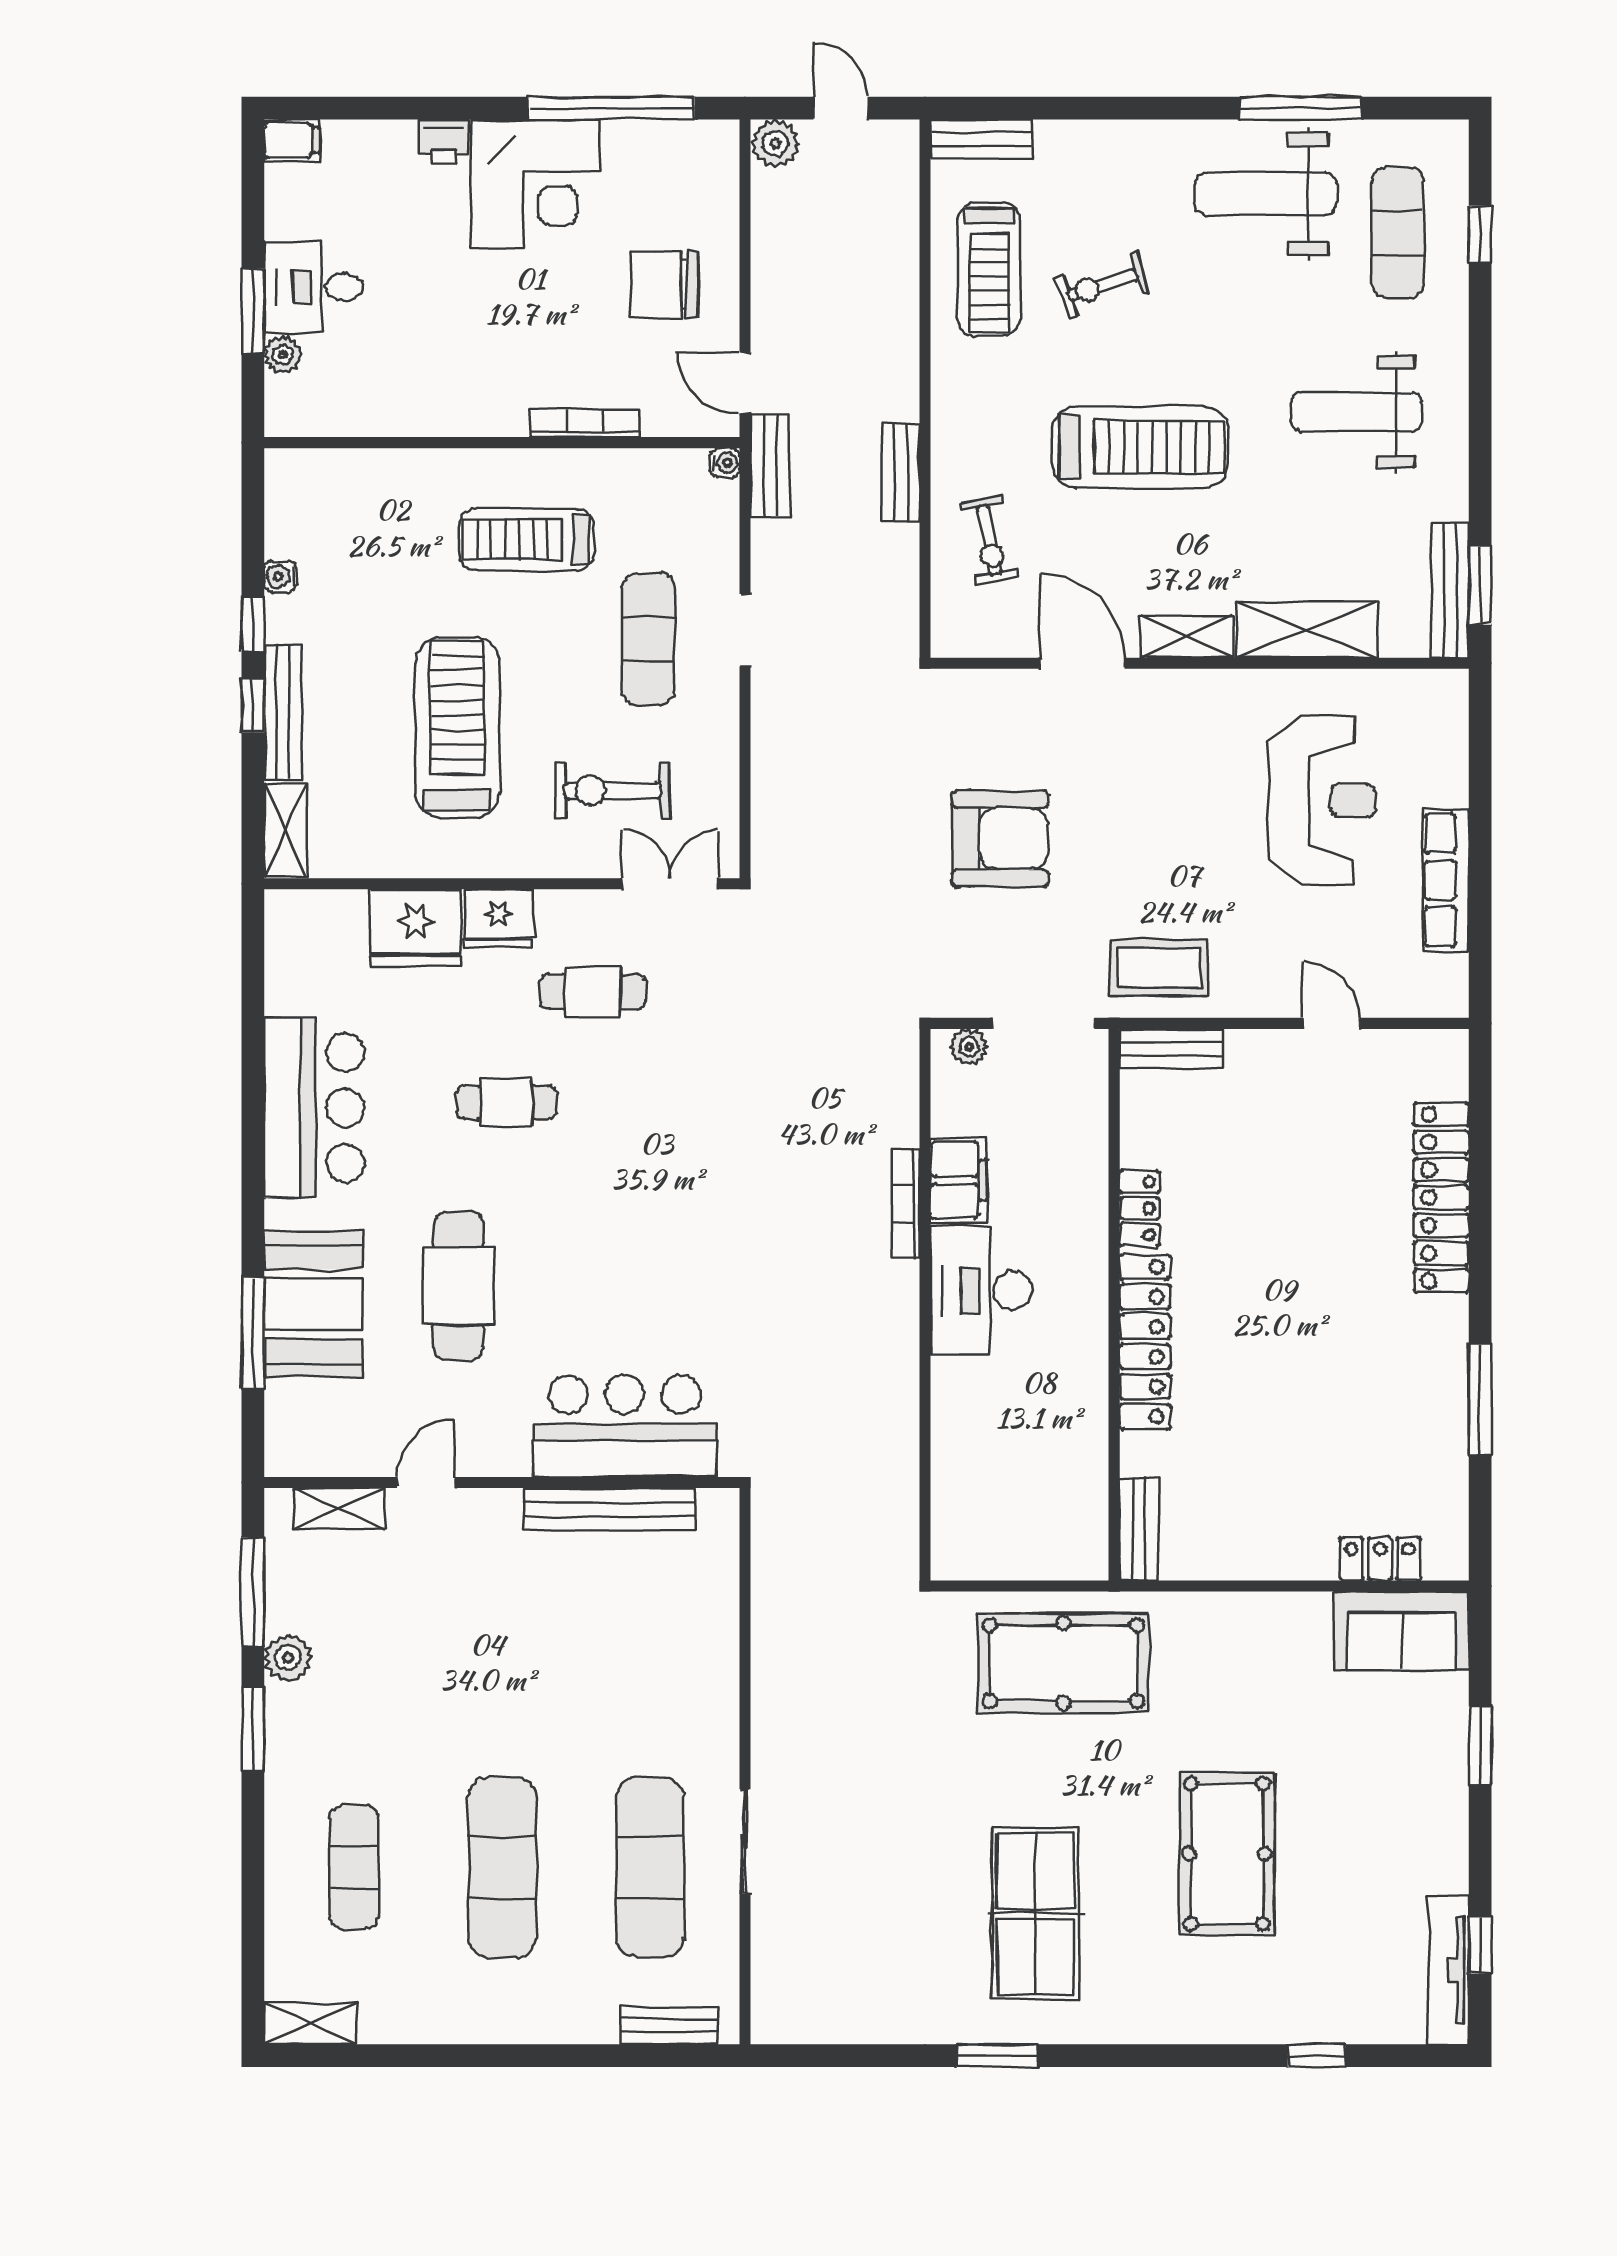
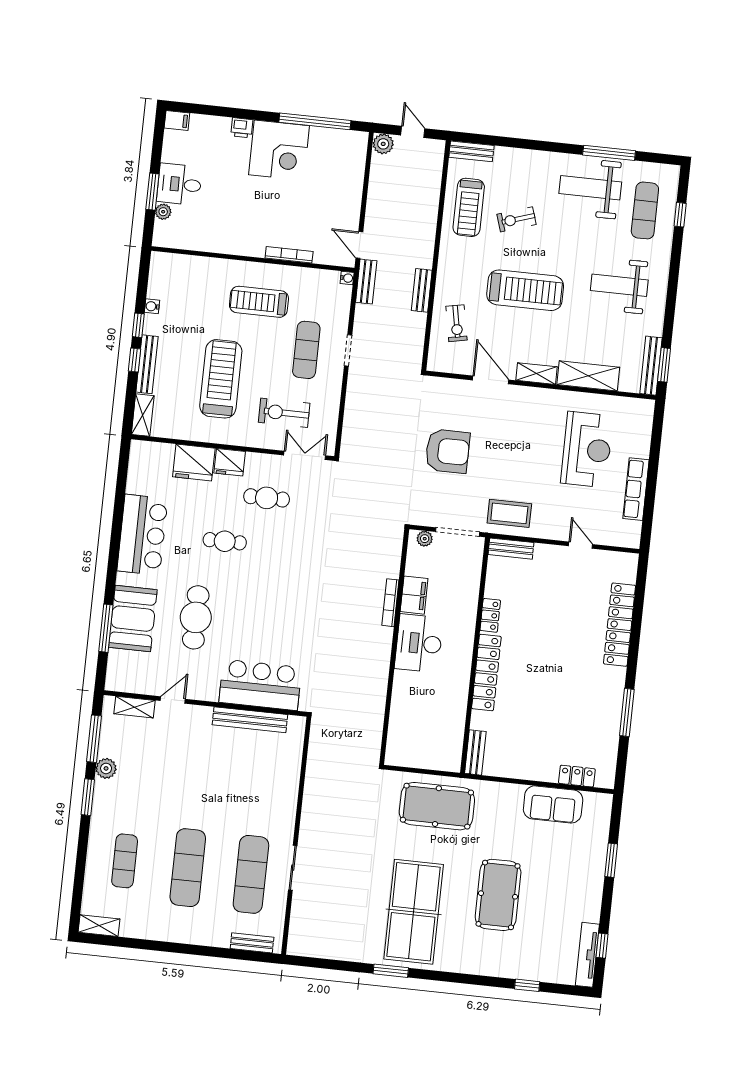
chair: (664, 284) -> (329, 199), removed
sofa: (1401, 1631) -> (553, 804), moved
table tennis table: (1036, 1914) -> (414, 912), width x1.36, depth x1.32

